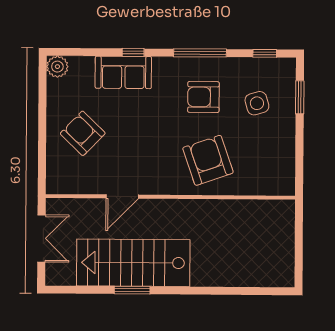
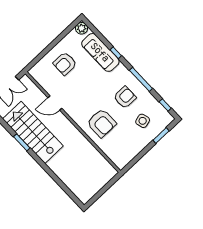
sofa: (123, 72) -> (100, 52), width x1.36
armchair: (203, 97) -> (125, 97), turned 90
armchair: (83, 133) -> (65, 64), turned -134
armchair: (208, 160) -> (102, 123), turned 109

